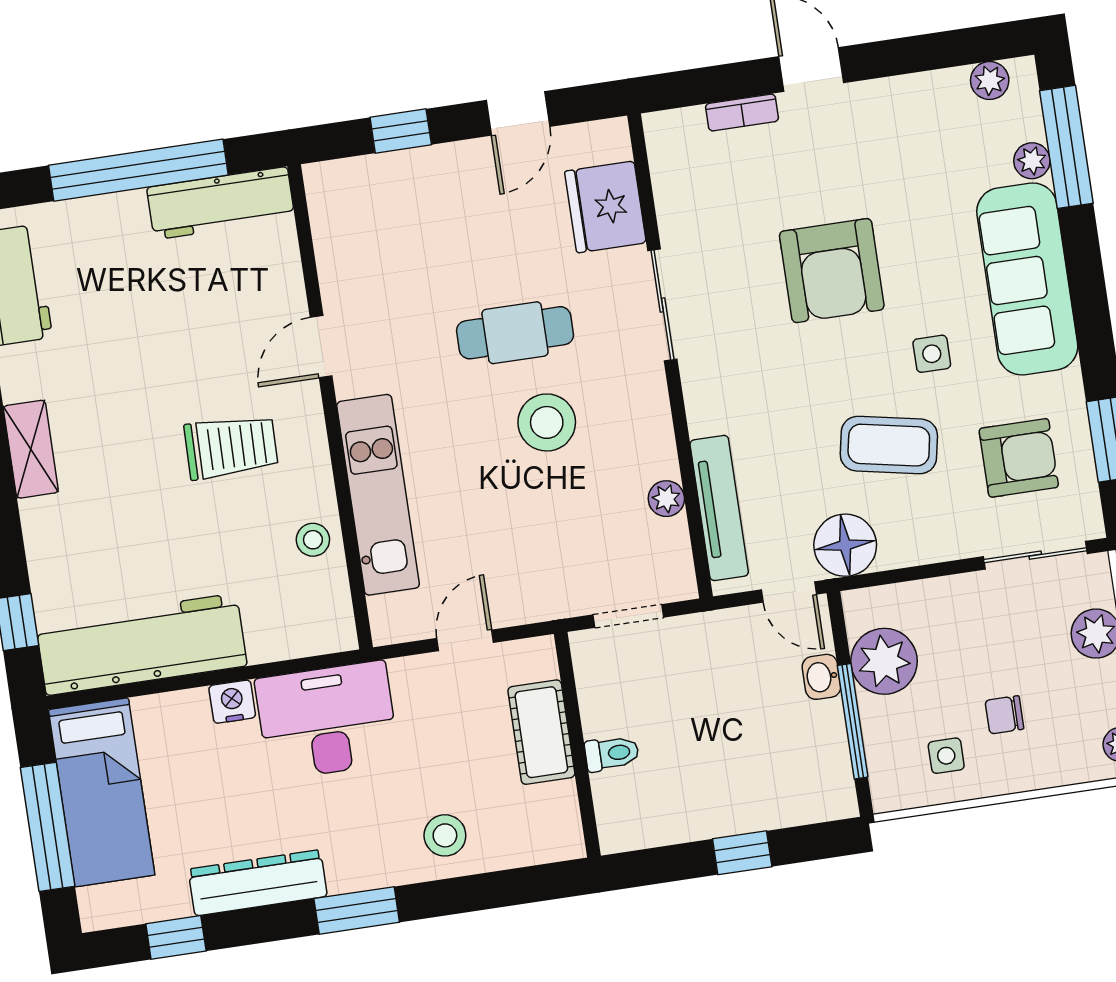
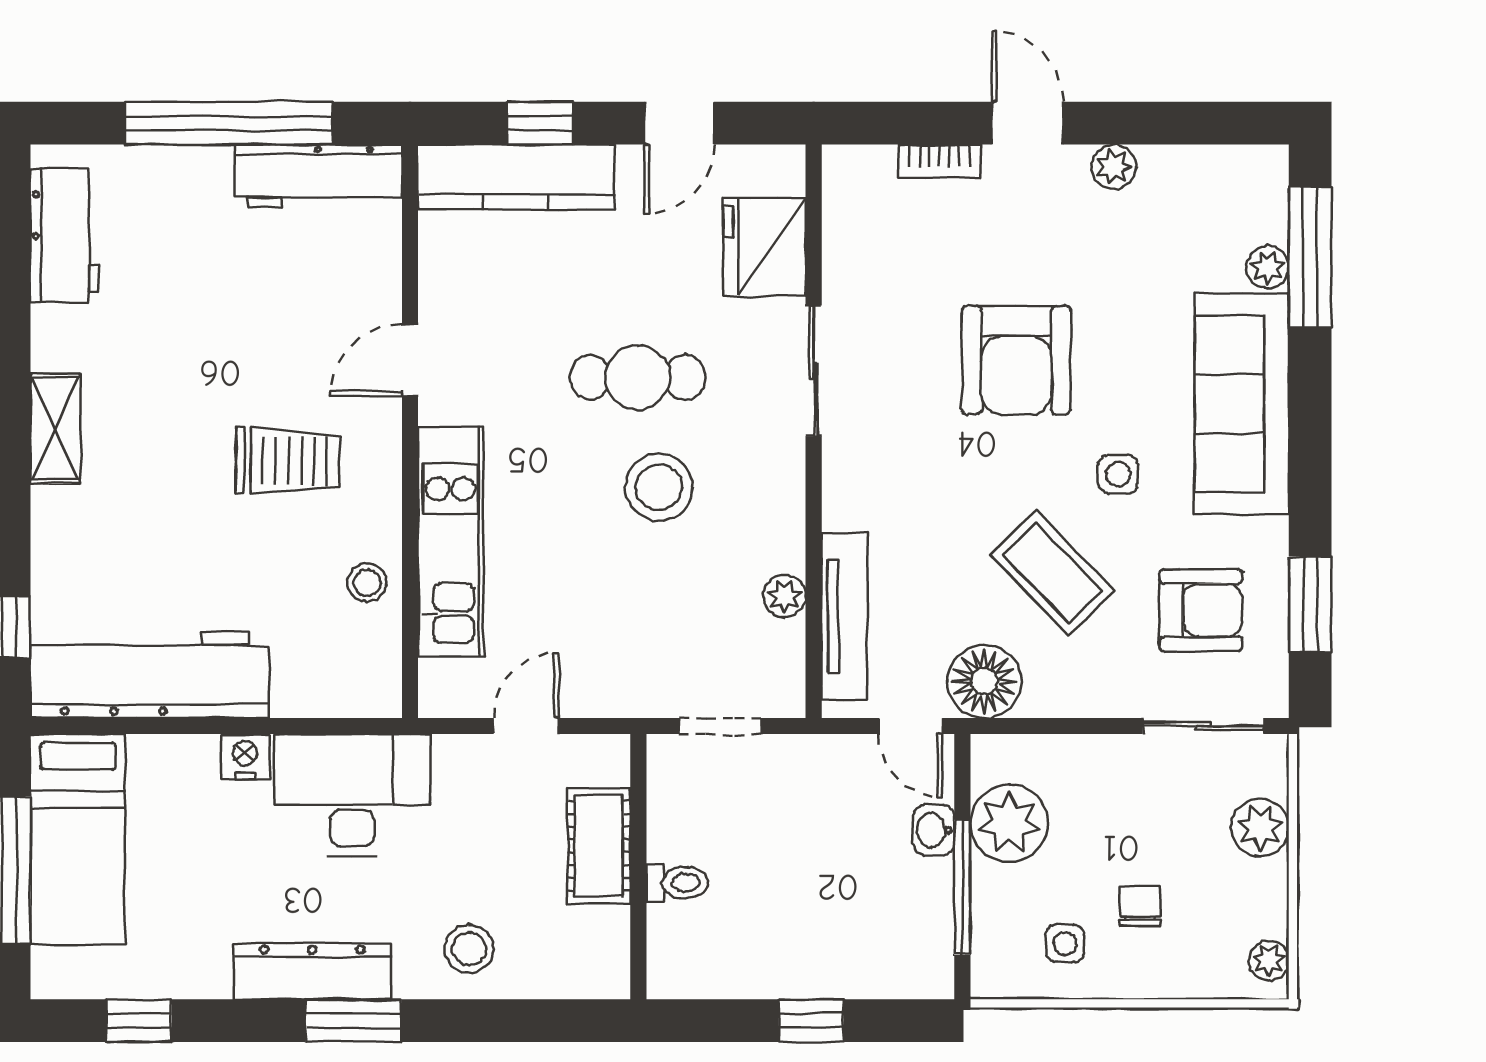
plant: (990, 80) -> (1114, 167), moved
kitchen counter: (388, 179) -> (516, 177), added
coffee table: (889, 445) -> (1052, 573), turned 35
chair: (1004, 715) -> (1140, 906), turned 90
dresser: (258, 883) -> (312, 971), moved

